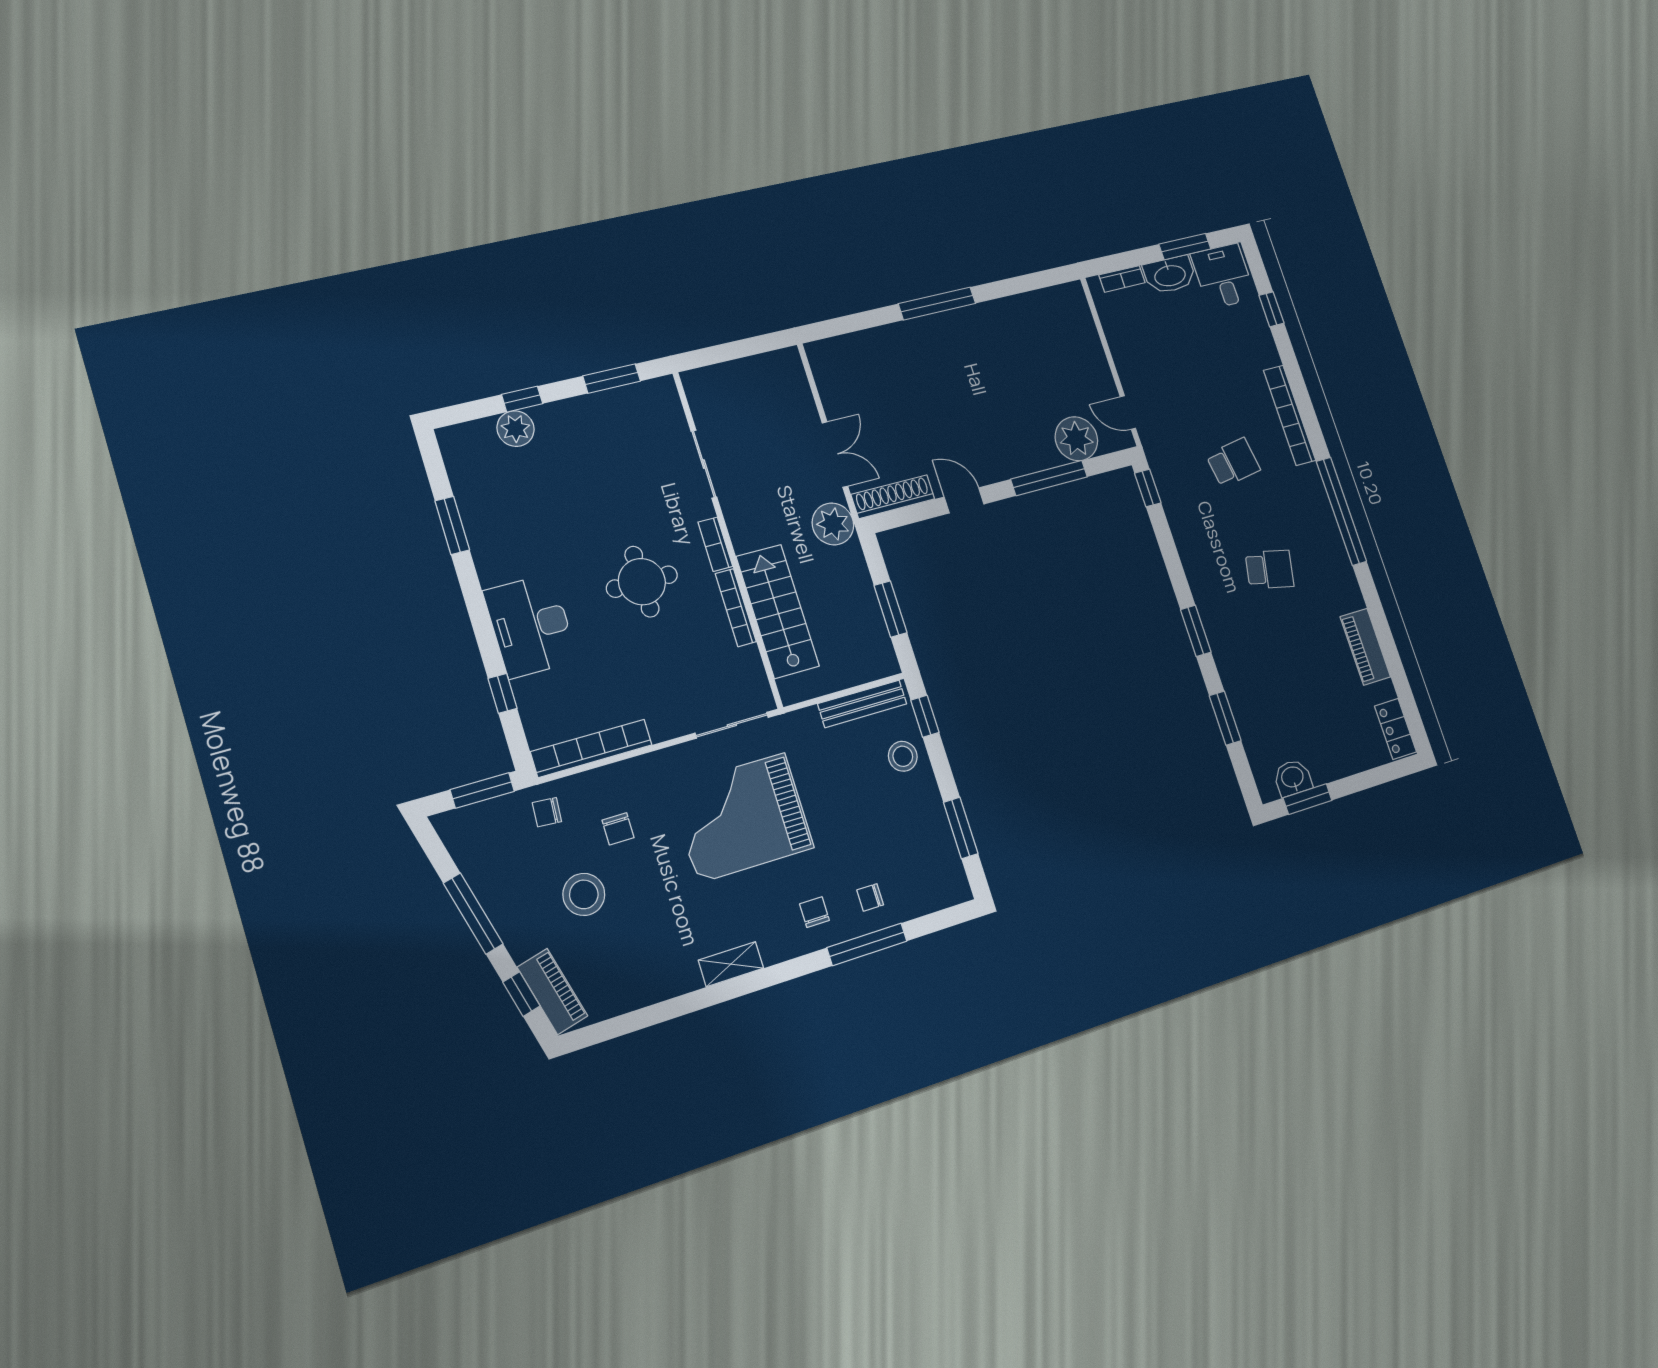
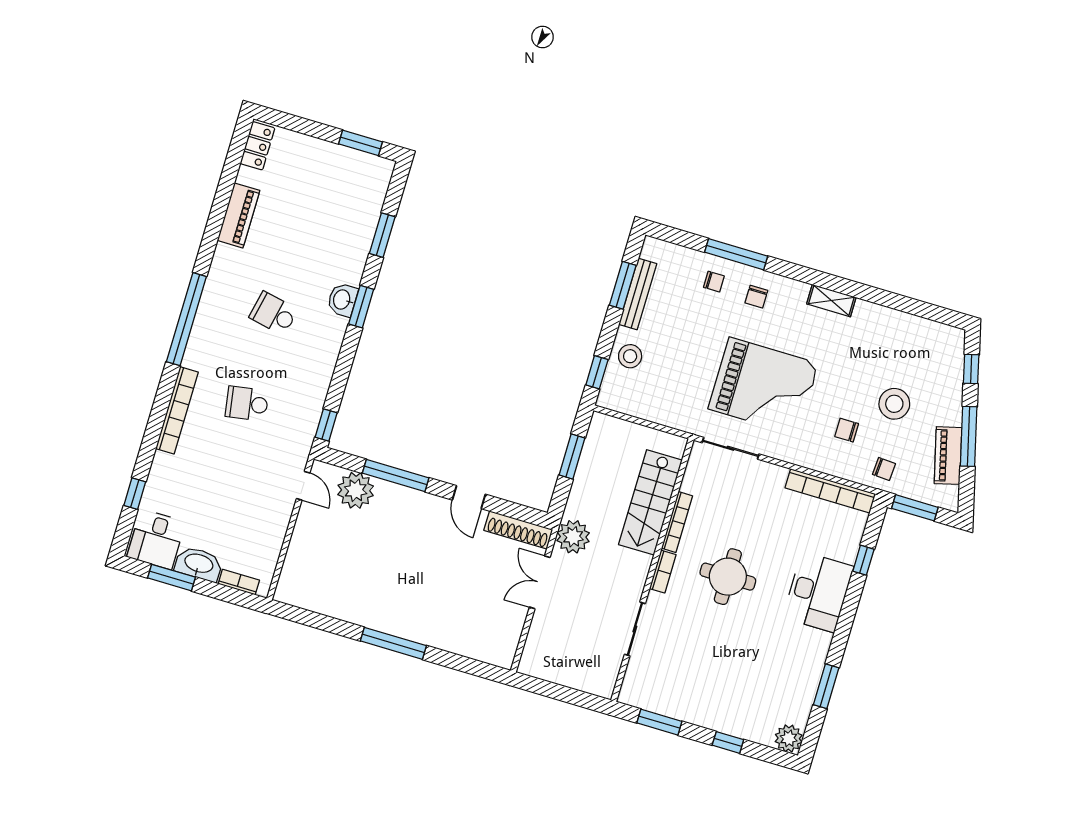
plant: (516, 429) -> (789, 738), moved
bench: (862, 704) -> (638, 294), moved, turned 90
washbasin: (1293, 778) -> (342, 300), moved, turned 90
chair: (618, 829) -> (847, 430), turned -90
piano: (552, 991) -> (948, 456), moved

